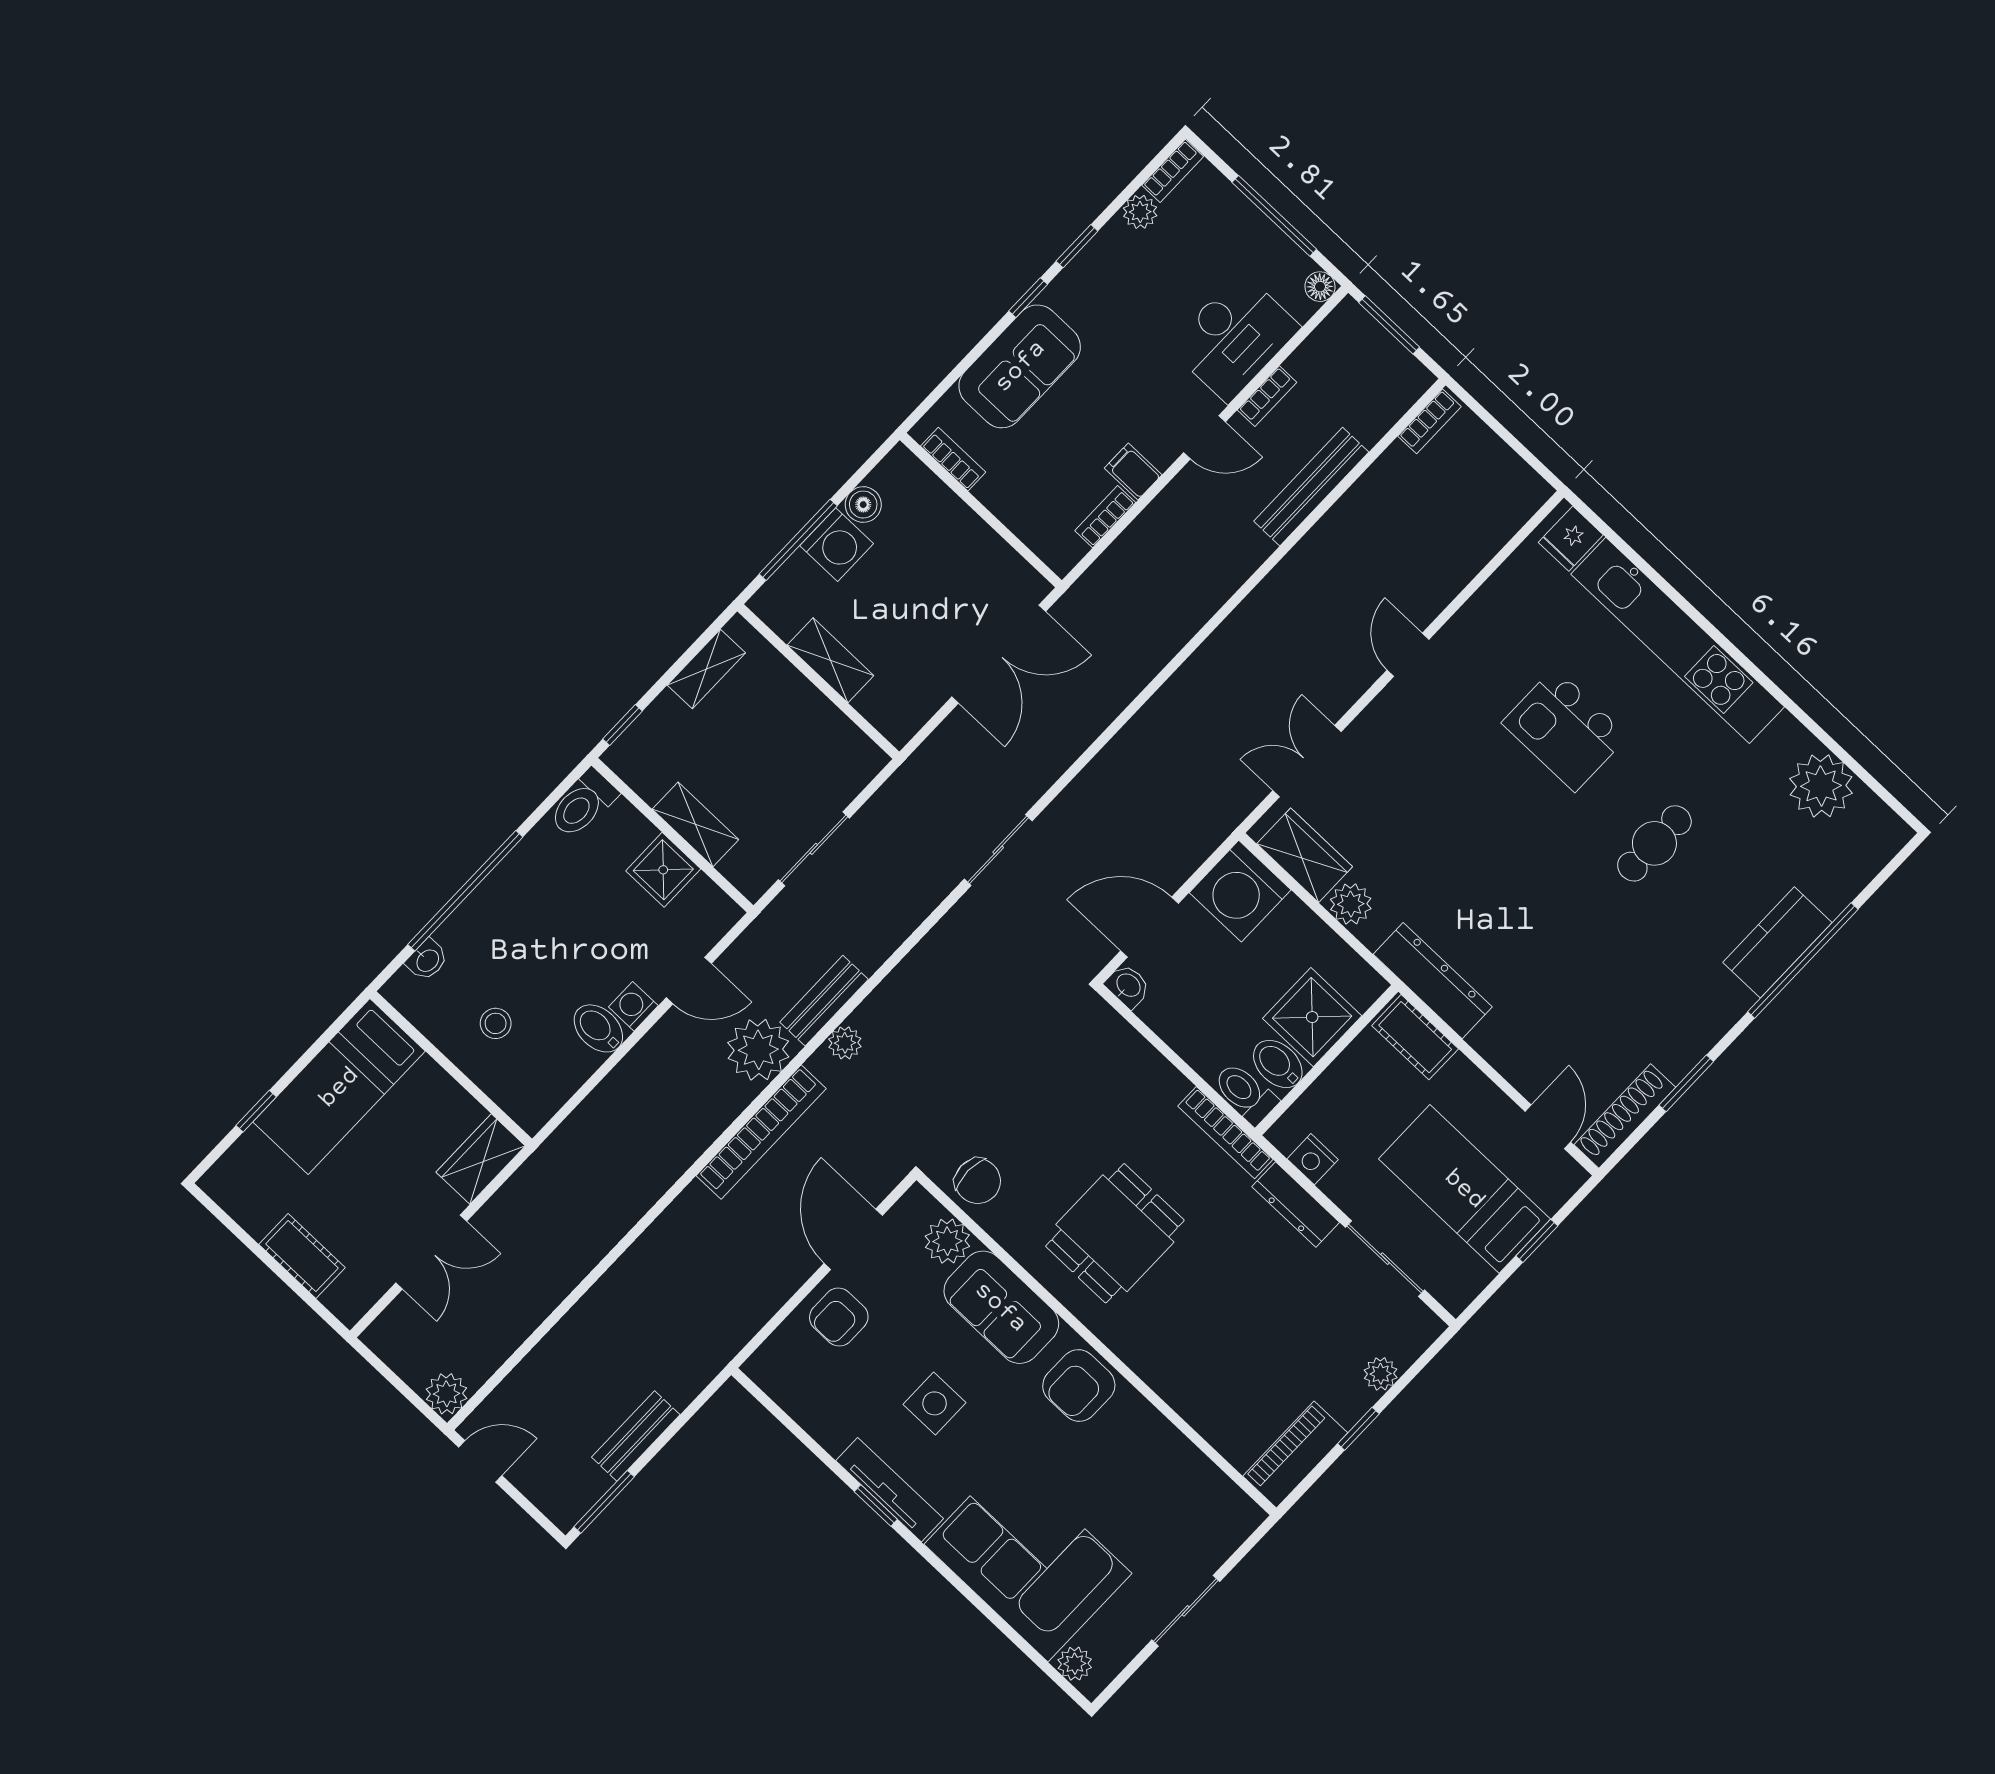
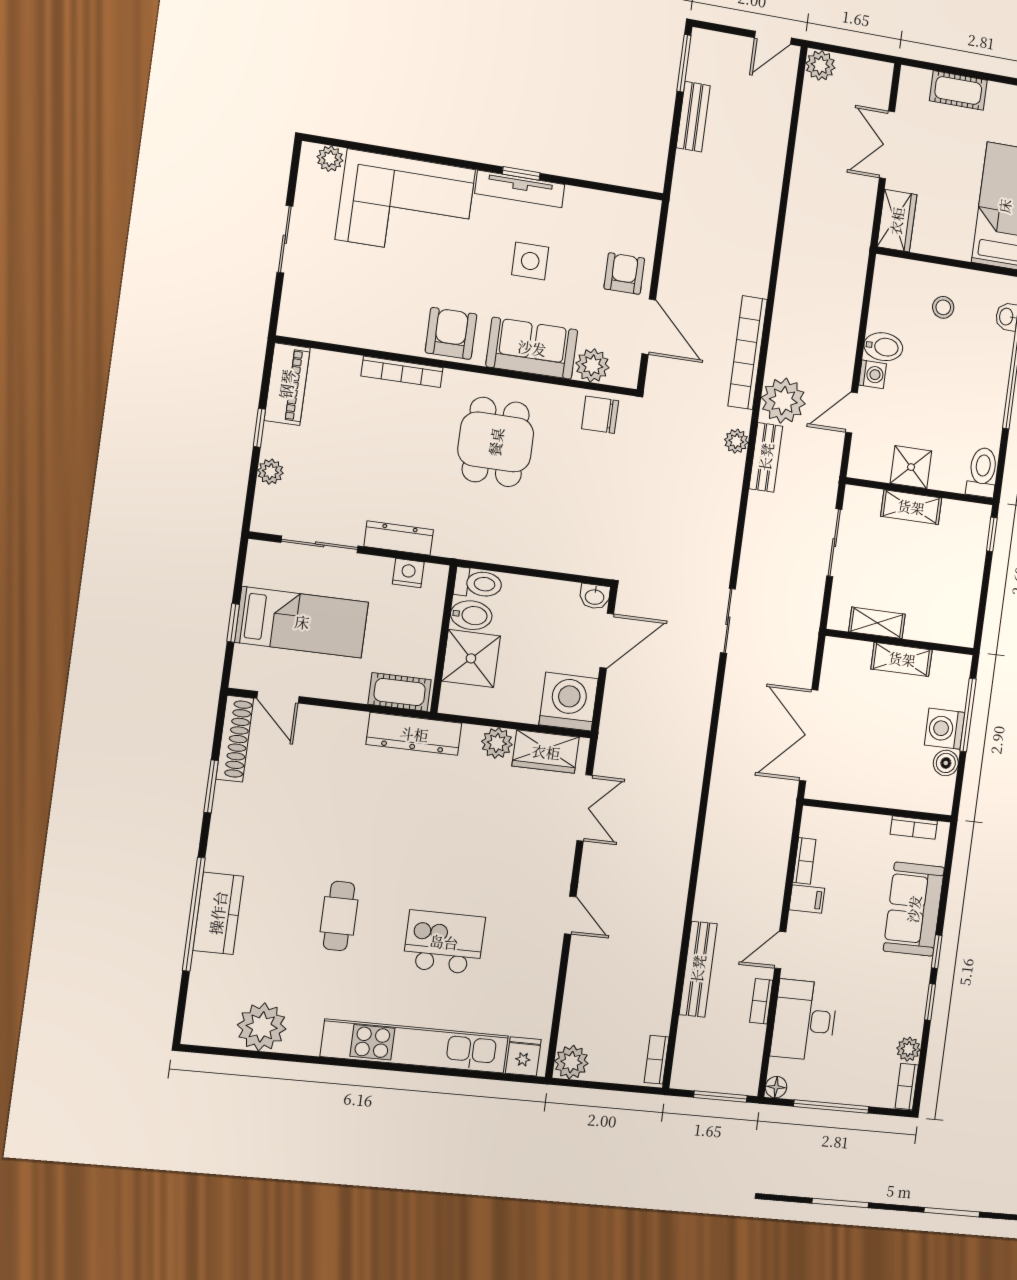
plant: (1524, 492) -> (571, 1062), added
shelving: (706, 669) -> (877, 623), moved, turned 90
bookcase: (1225, 1133) -> (402, 372), moved, turned 180

